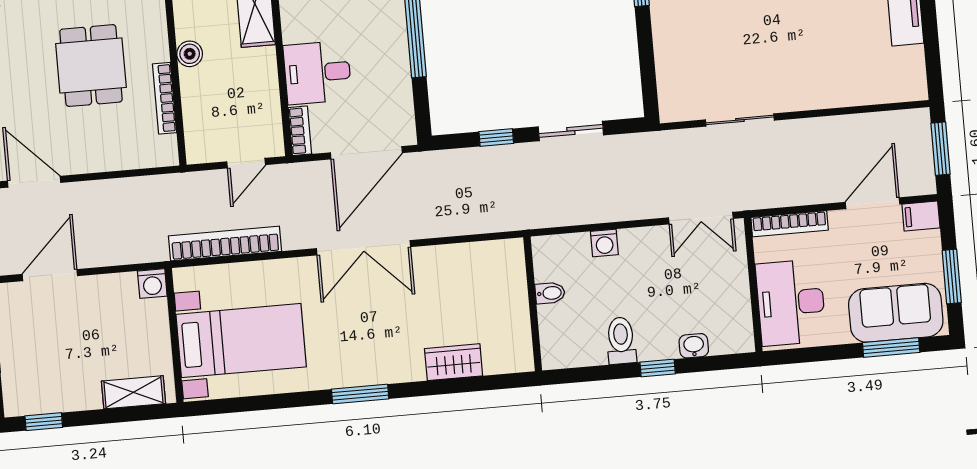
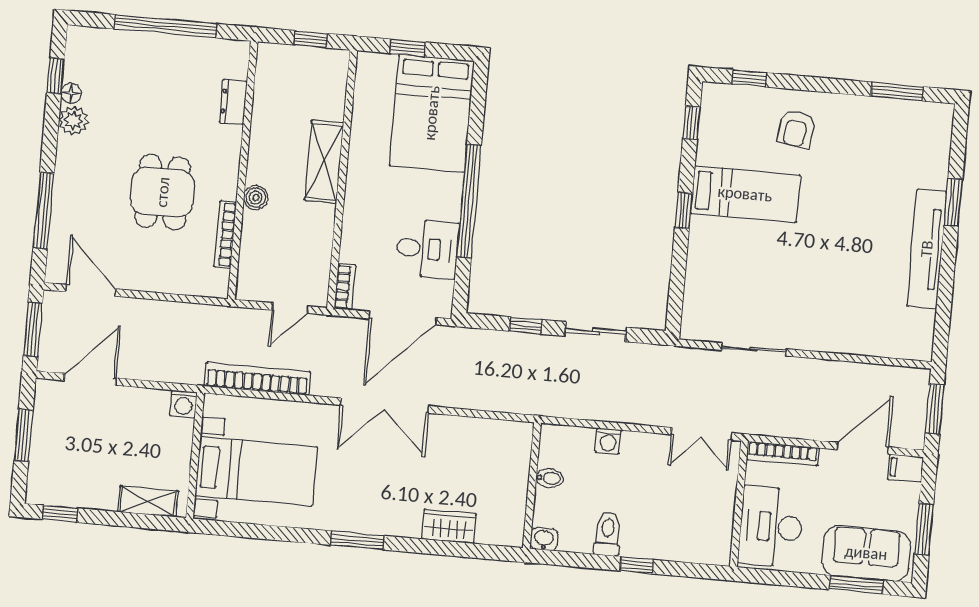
desk: (317, 73) -> (427, 249), moved, turned 180
washbasin: (694, 346) -> (544, 539), moved

